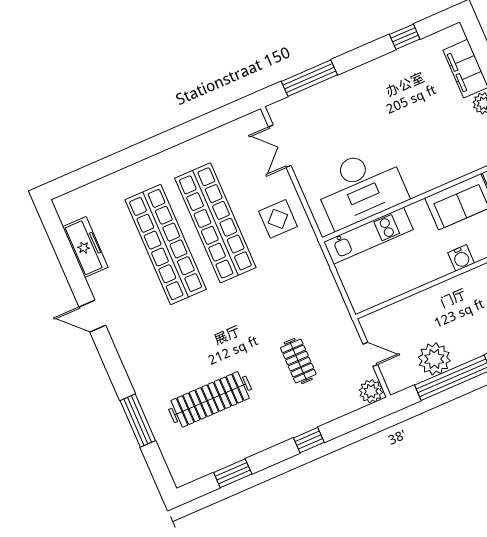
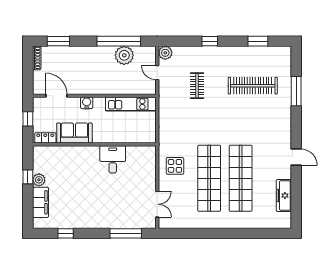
desk: (361, 188) -> (113, 159), width x0.53, depth x0.77
kitchen unit: (368, 236) -> (131, 104), moved, turned 180

